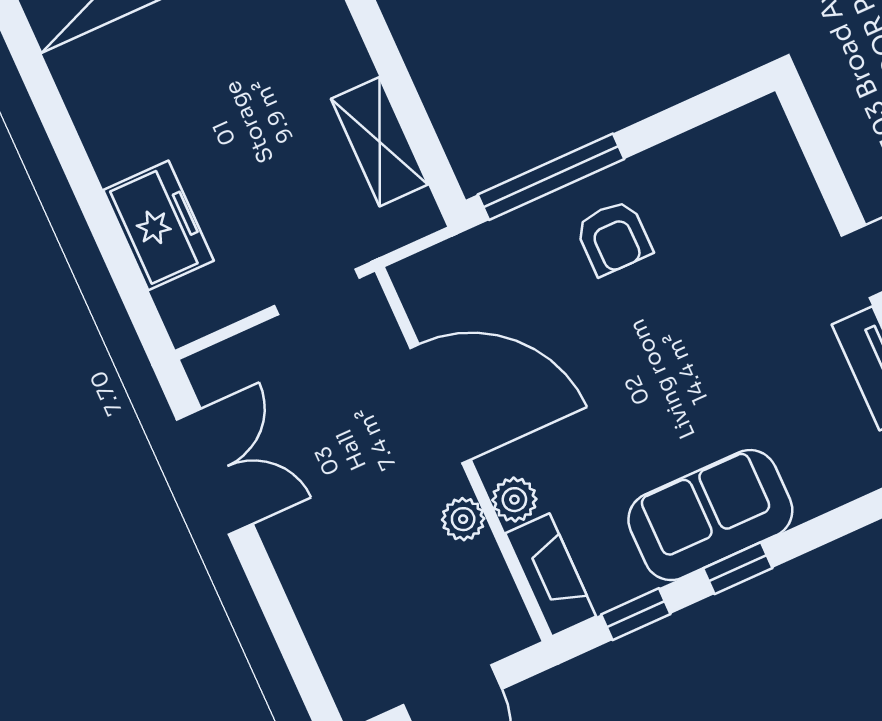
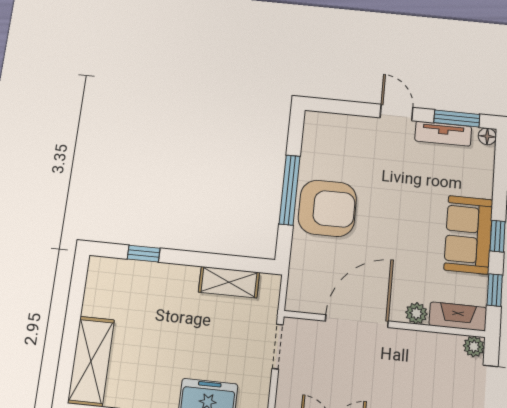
window: (551, 177) -> (290, 190), moved
armchair: (614, 238) -> (327, 208), width x1.88, depth x1.88
plant: (463, 519) -> (474, 346), moved

